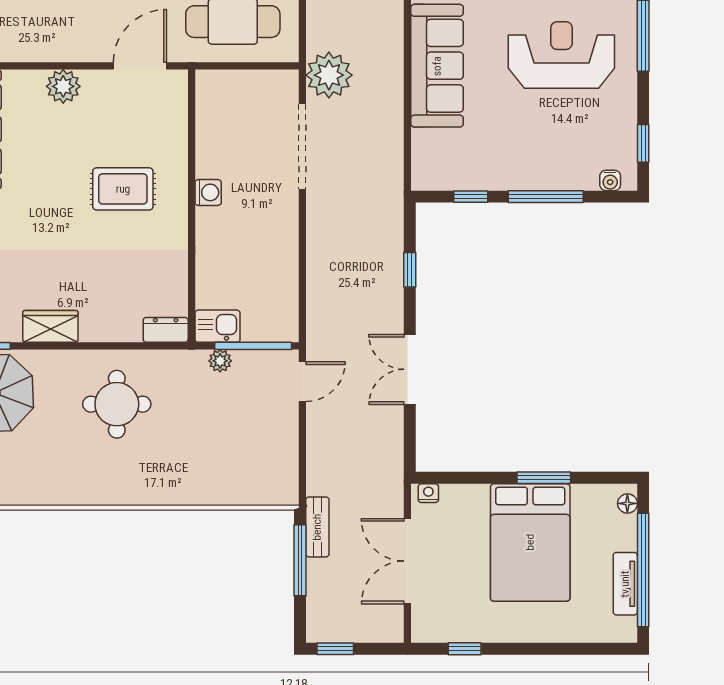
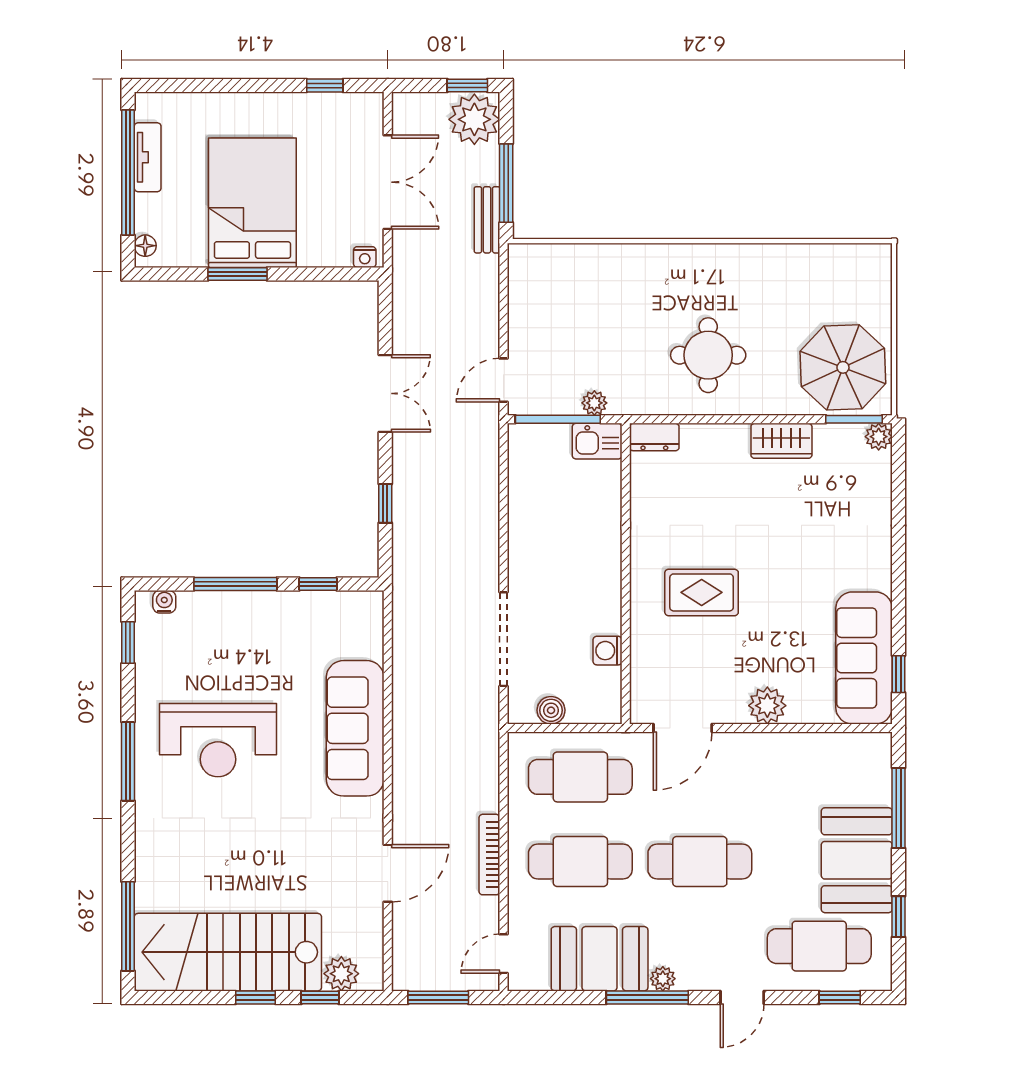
plant: (329, 75) -> (474, 119), moved
boiler: (259, 82) -> (551, 710), added
washing machine: (208, 192) -> (608, 651), moved

